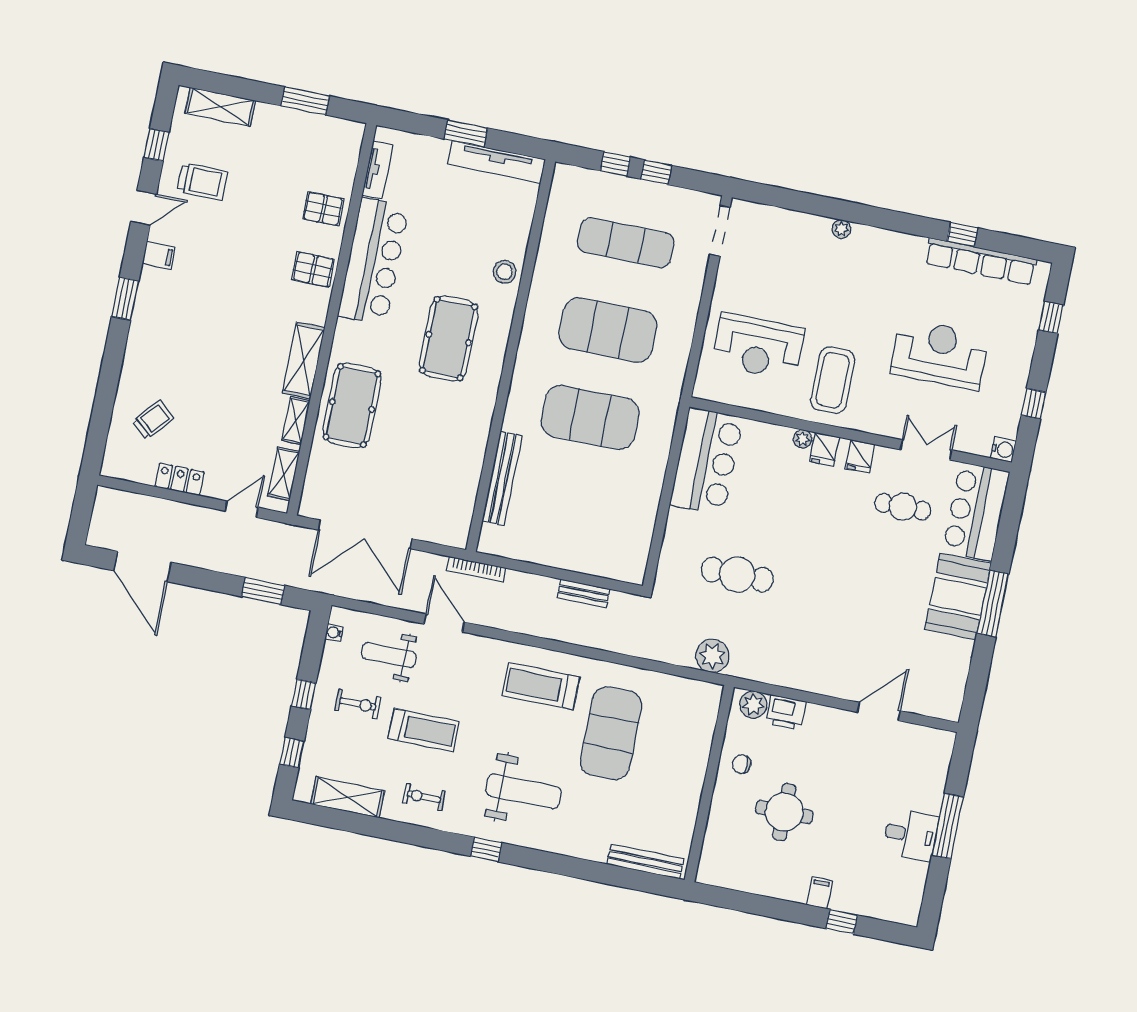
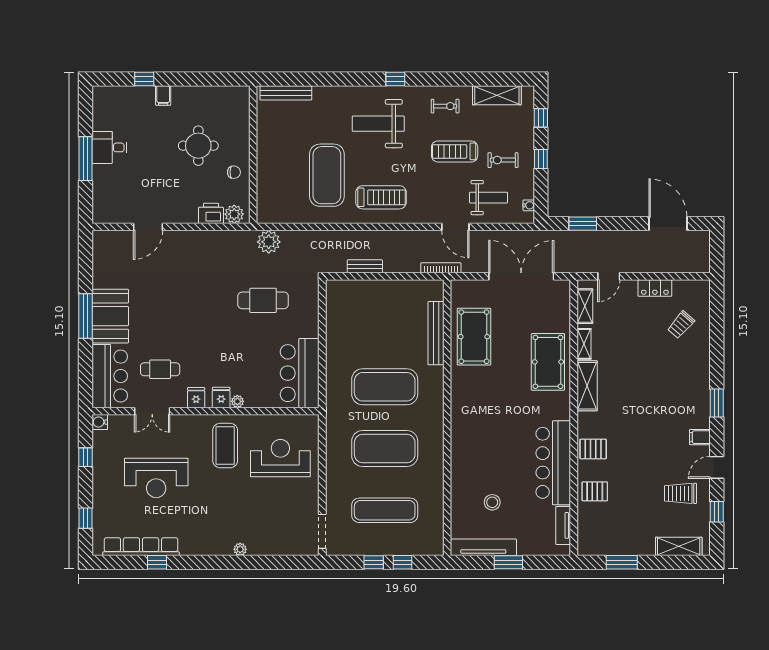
stool: (505, 272) -> (492, 502), moved
pool table: (449, 339) -> (474, 337), moved

